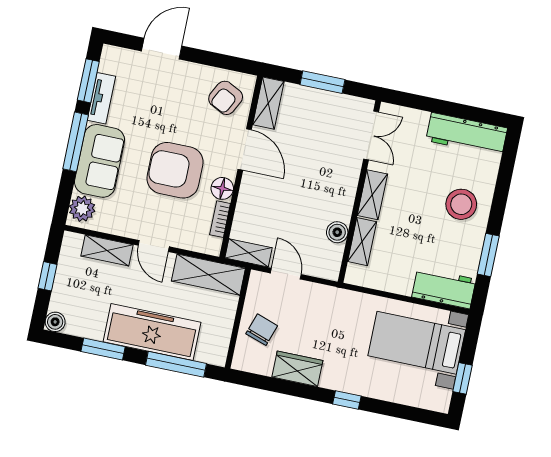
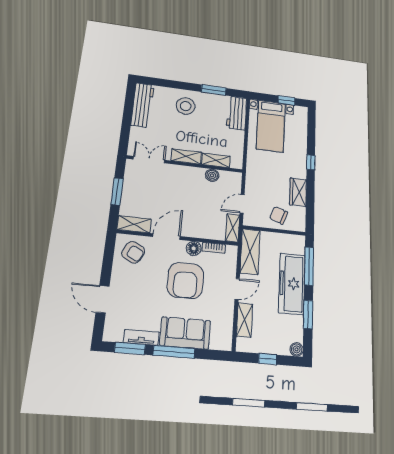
plant: (82, 209) -> (219, 341), removed

